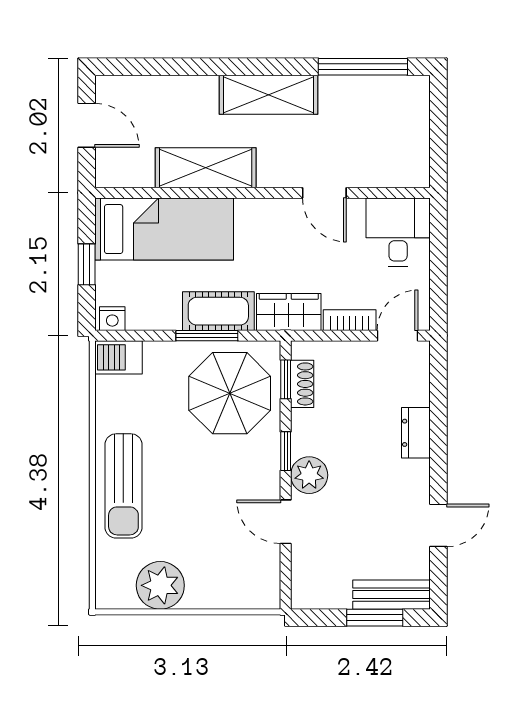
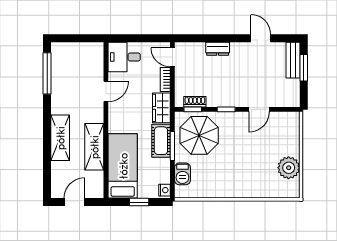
shelving: (268, 95) -> (60, 138), moved
barbecue: (118, 357) -> (182, 174), moved
plant: (309, 475) -> (237, 98), removed
sun lounger: (123, 486) -> (242, 185), removed

